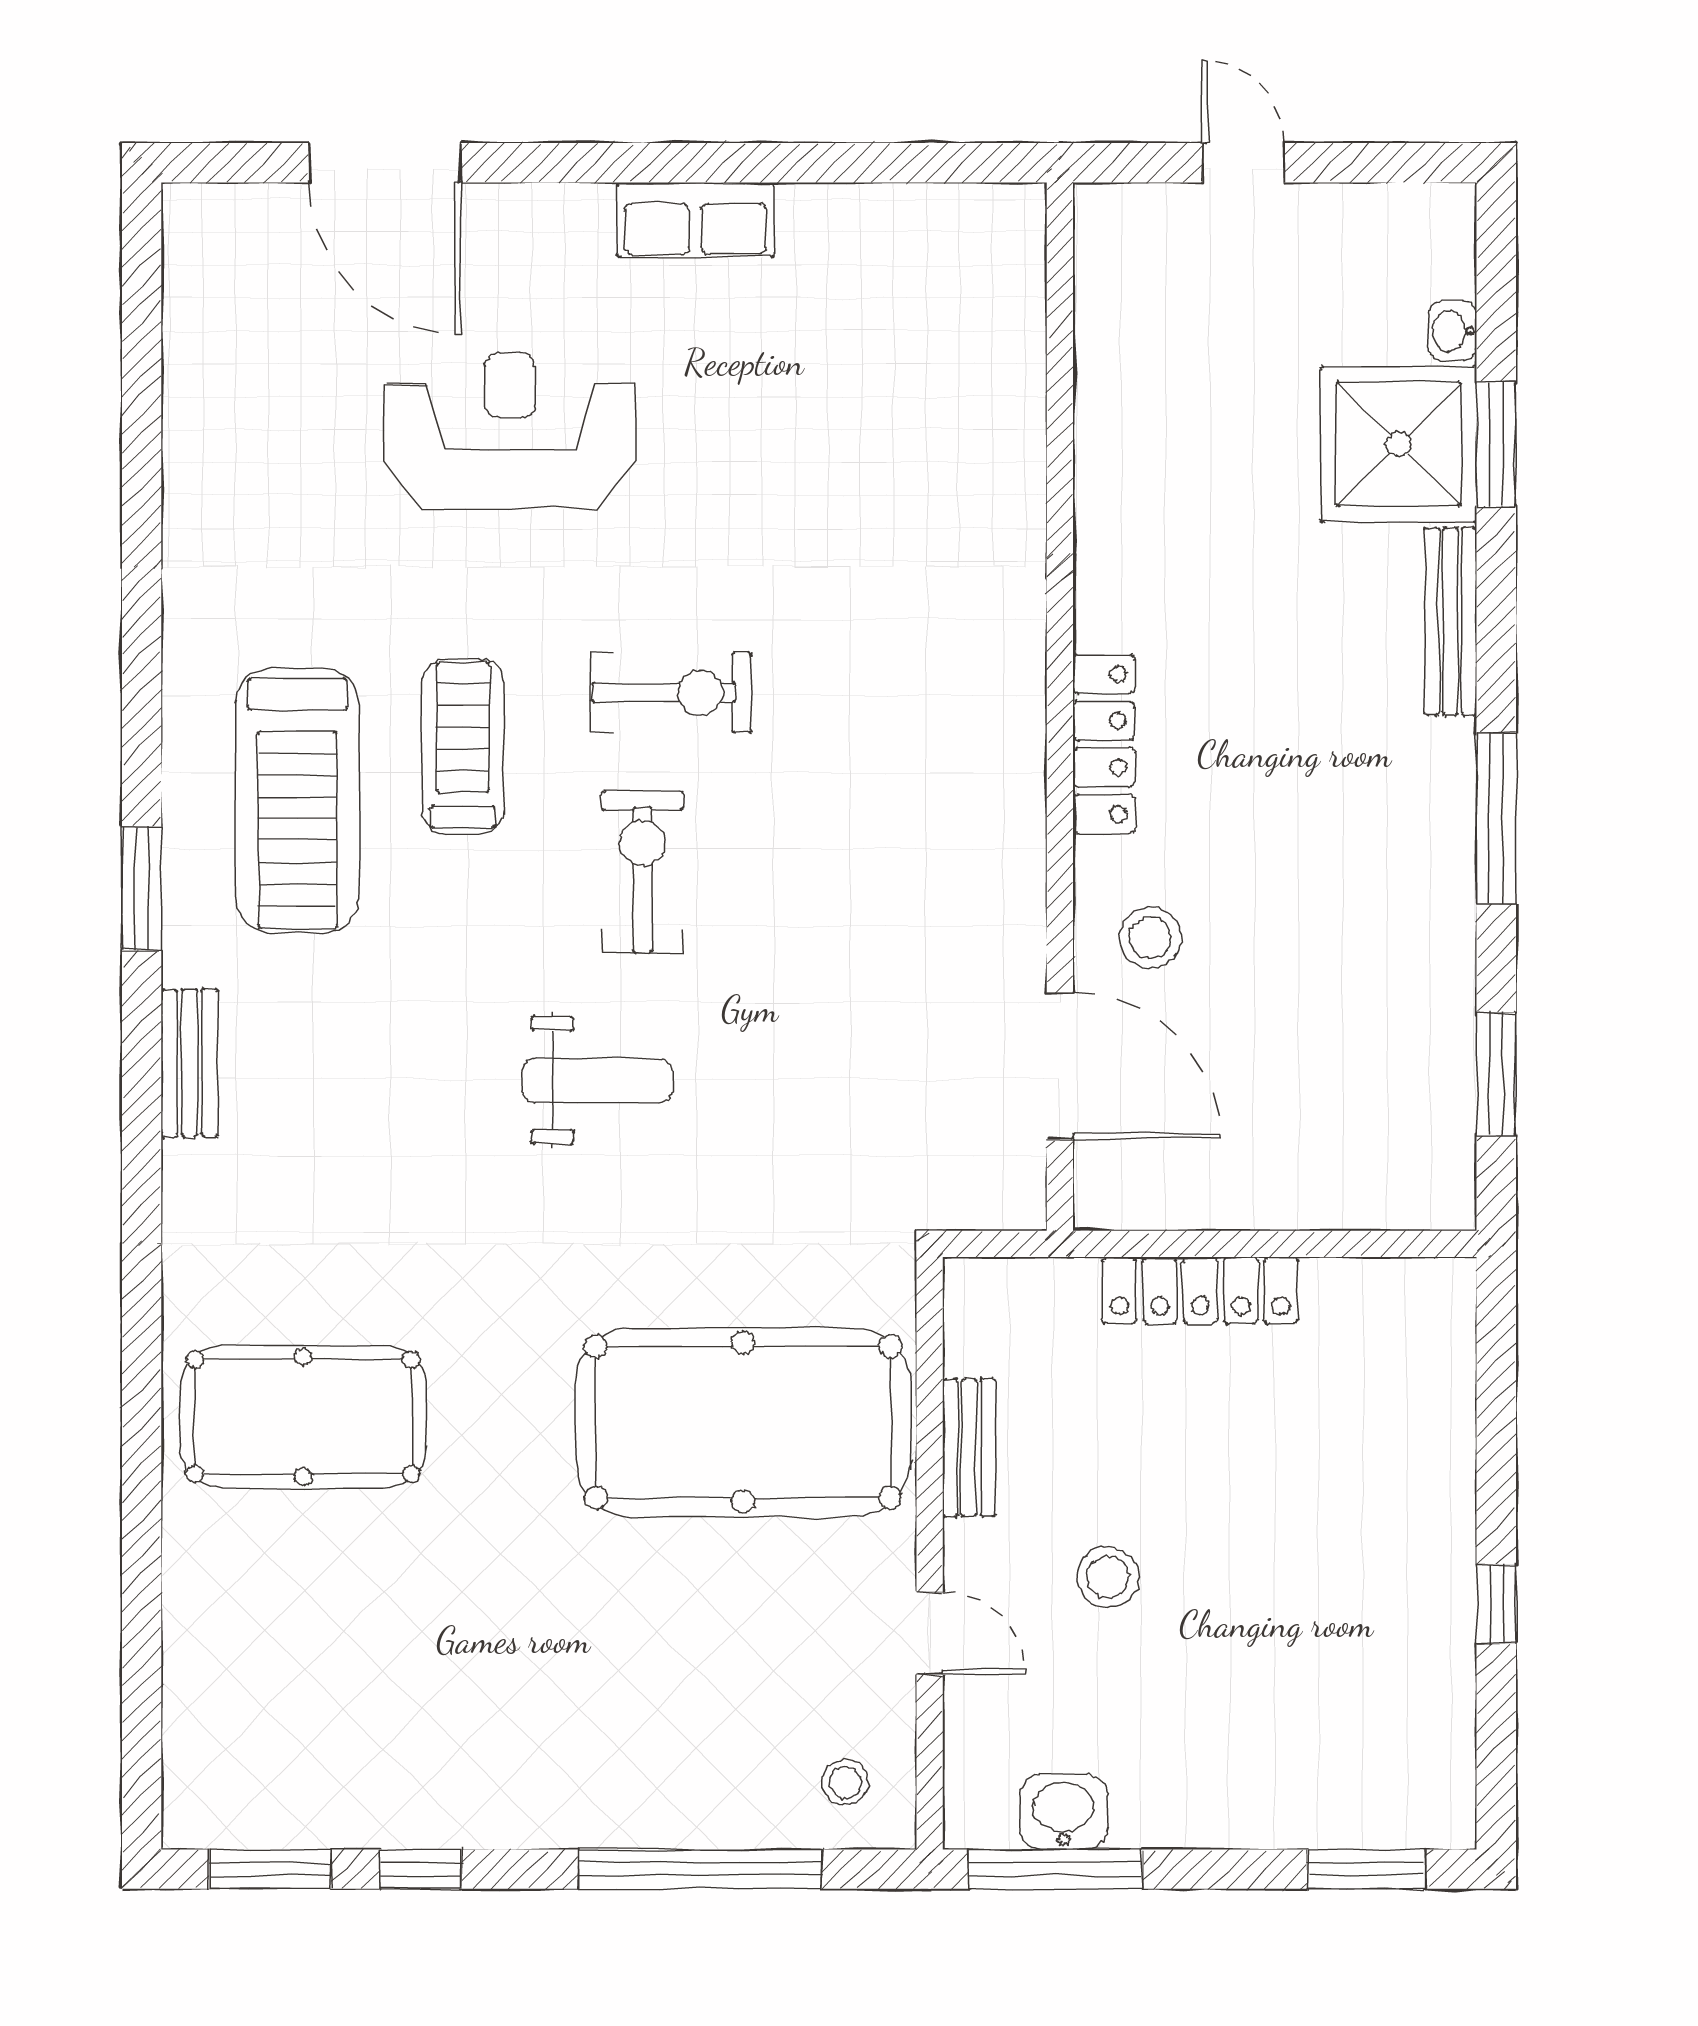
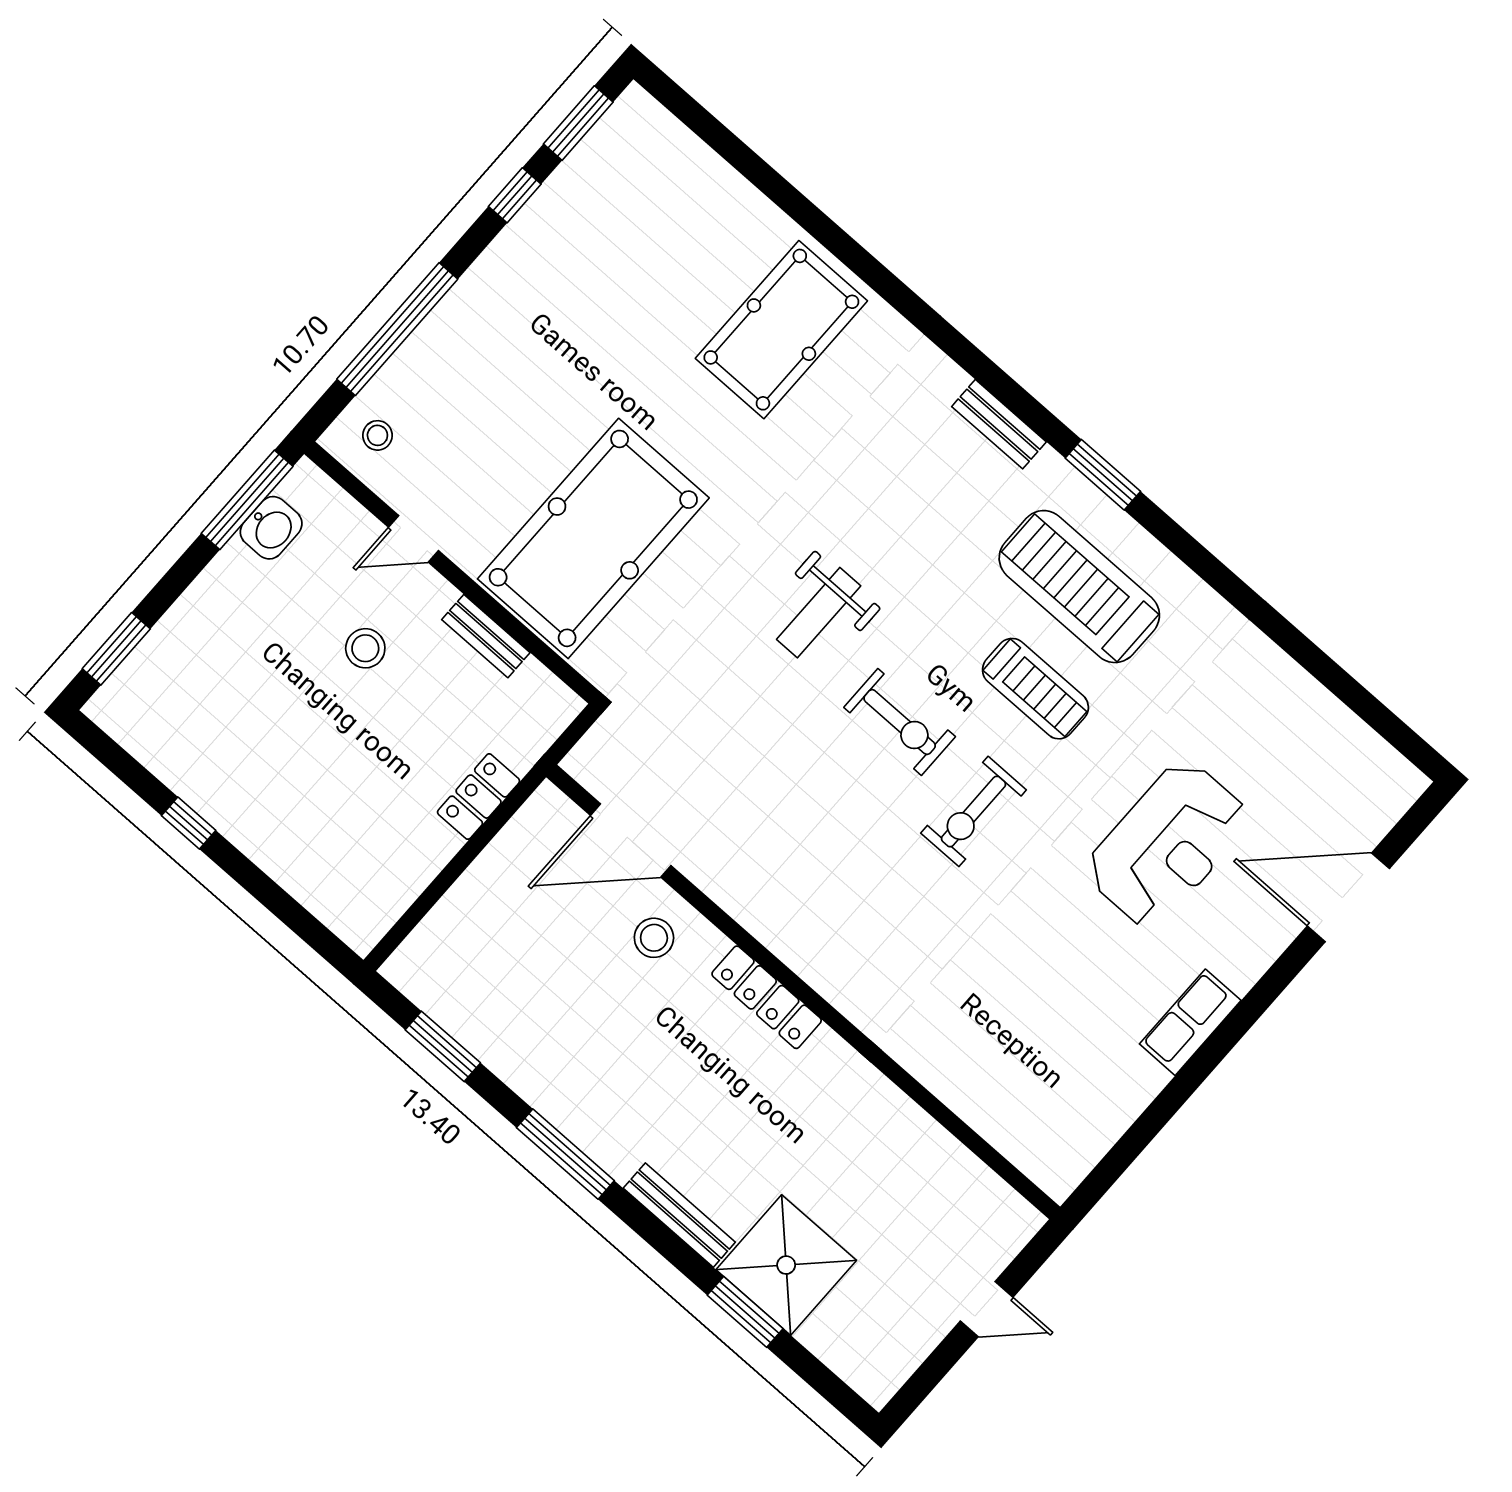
washbasin: (1453, 331) -> (818, 1339), removed
locker: (1200, 1290) -> (479, 797), width x0.66

